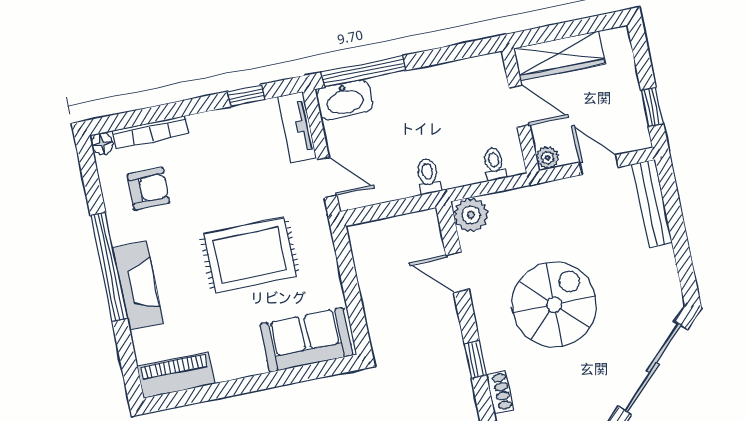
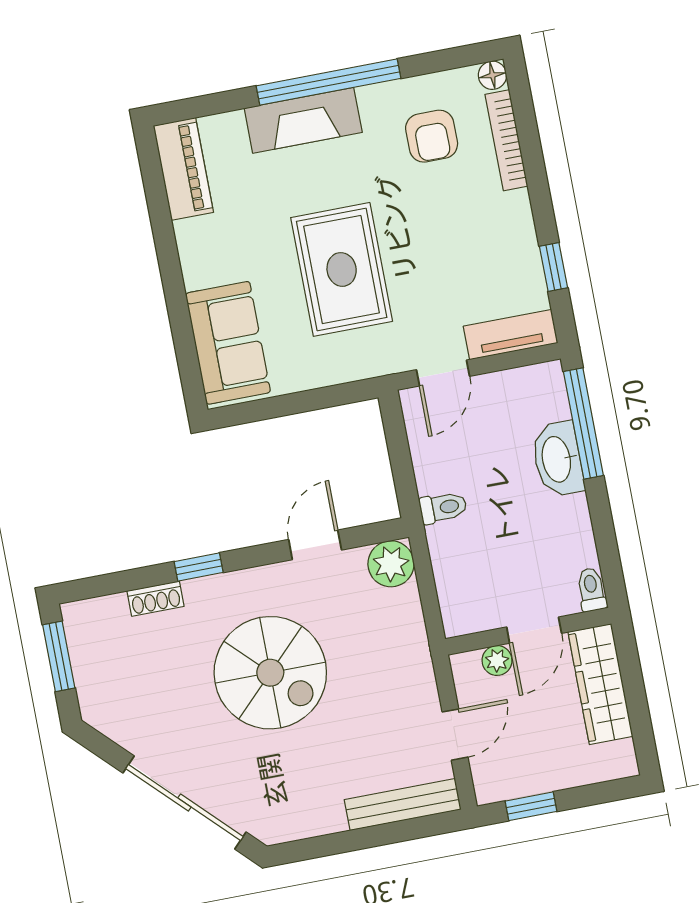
washbasin: (345, 100) -> (558, 459), moved
plant: (548, 158) -> (497, 661), moved
toilet: (494, 164) -> (591, 590), moved, turned -90

